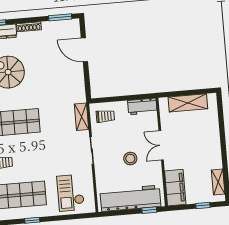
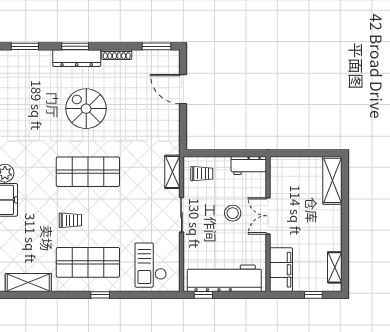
shelving: (188, 103) -> (332, 180), moved, turned 90
stool: (130, 159) -> (233, 213), moved
window: (149, 210) -> (203, 295), moved

